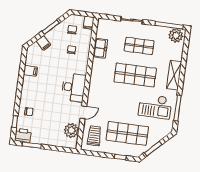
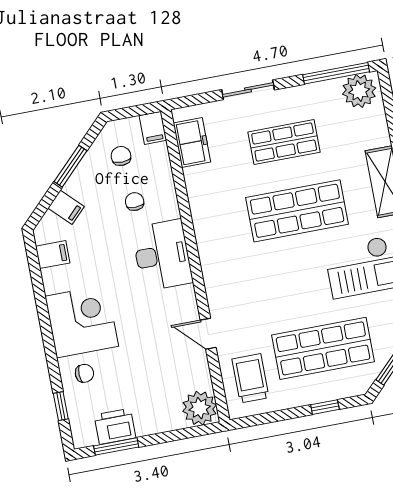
freezer: (100, 48) -> (192, 142), moved
filing cabinet: (30, 71) -> (53, 255), moved
desk: (74, 87) -> (162, 255), moved
corner desk: (35, 90) -> (82, 321), added
door: (83, 112) -> (208, 334), swing flipped
plant: (71, 130) -> (200, 408), moved
printer: (23, 135) -> (115, 426), moved

